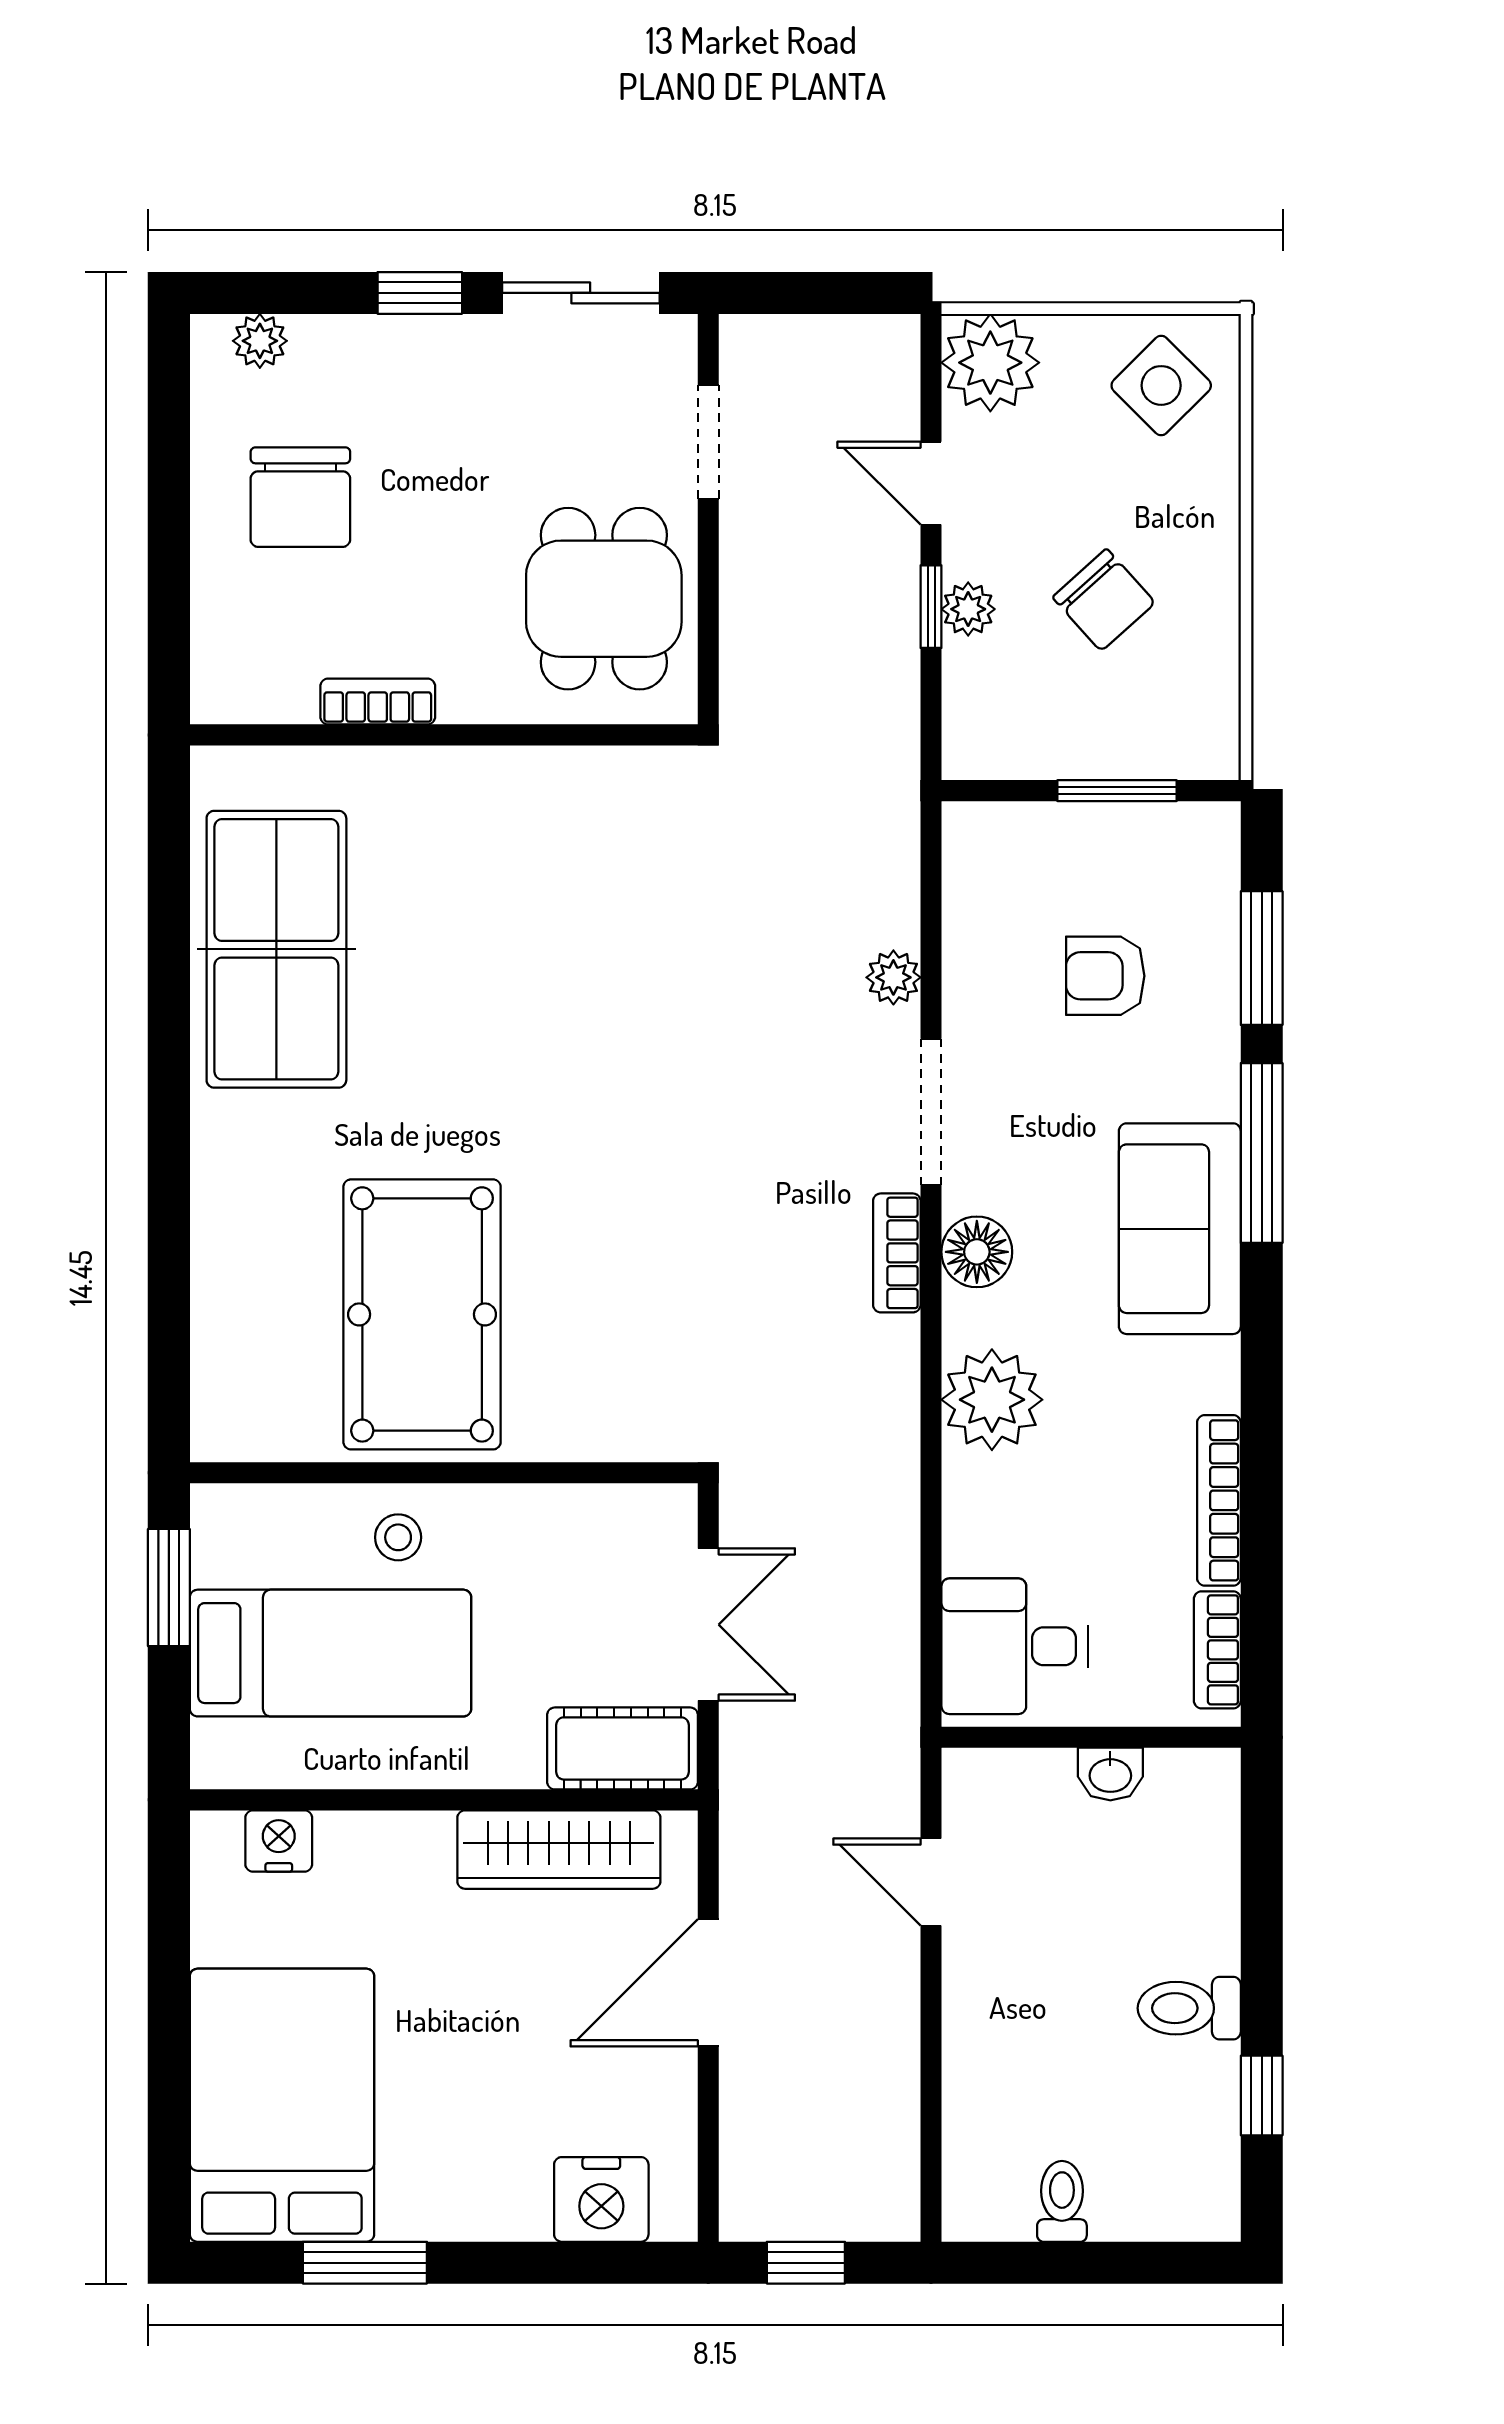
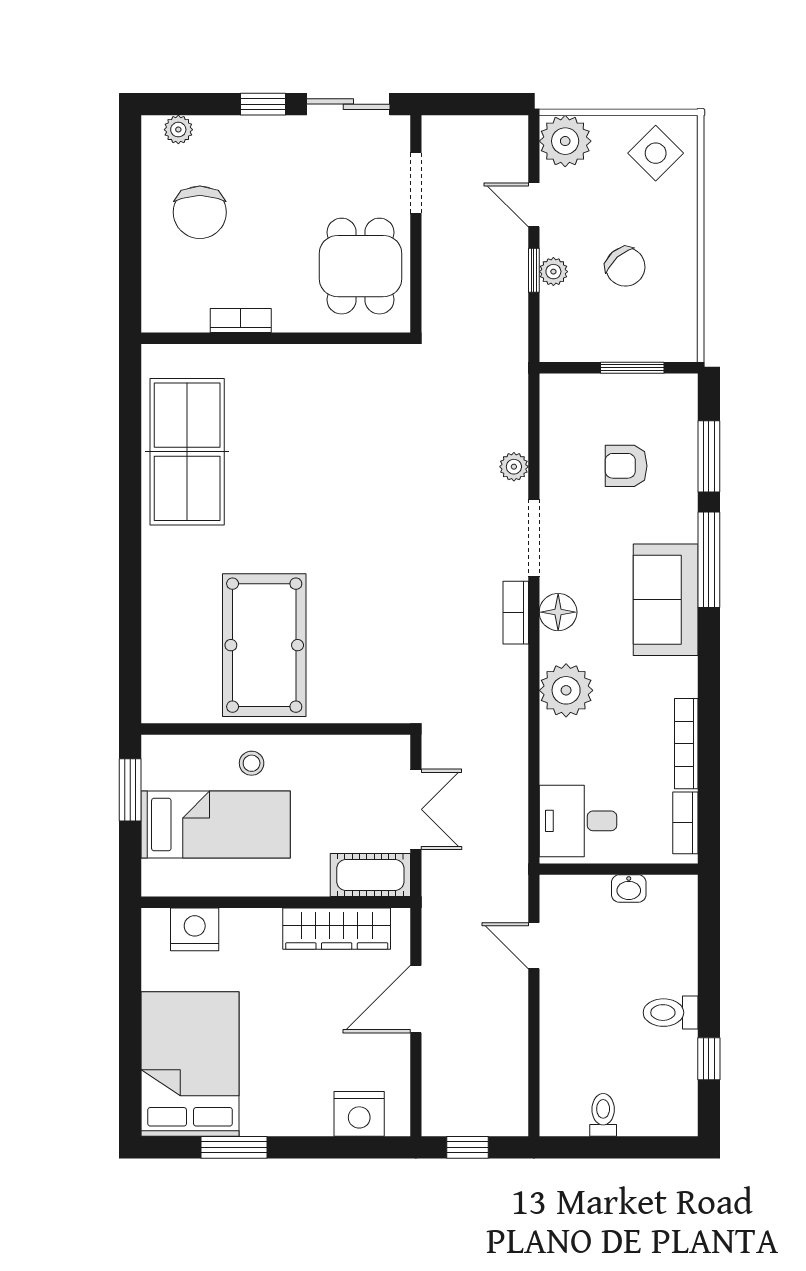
nightstand: (279, 1841) -> (195, 929), width x1.36, depth x1.33

